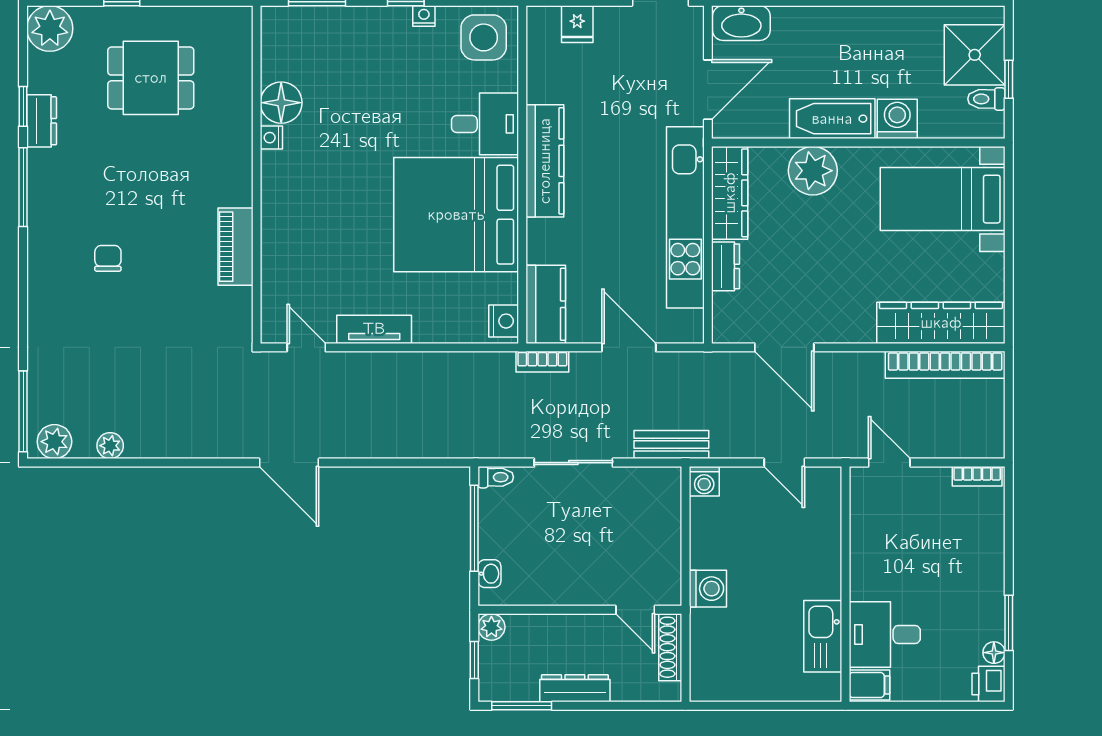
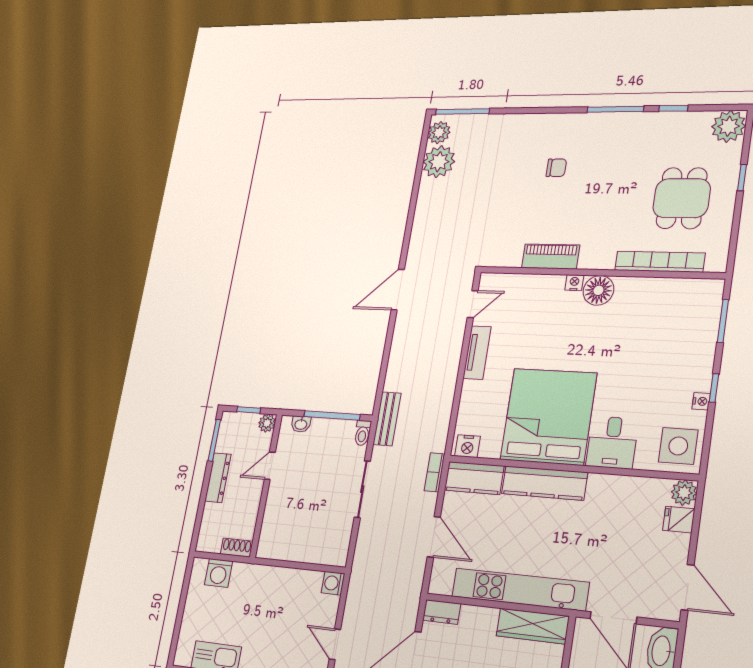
plant: (543, 22) -> (684, 493), added
bookcase: (239, 95) -> (660, 262), added
floor lamp: (281, 103) -> (598, 290), moved
dresser: (42, 121) -> (661, 121), removed
nightstand: (271, 138) -> (574, 283), moved
kitchen counter: (545, 161) -> (544, 483), moved
dresser: (726, 266) -> (442, 612), moved
door: (629, 347) -> (434, 537), hinge flipped
bench: (671, 445) -> (387, 419), moved
plant: (110, 446) -> (439, 162), width x1.87, depth x1.87
door: (784, 463) -> (335, 644), hinge flipped
washing machine: (708, 589) -> (219, 573), moved
door: (635, 610) -> (270, 466), moved
shoe rack: (670, 647) -> (237, 548), width x0.70

